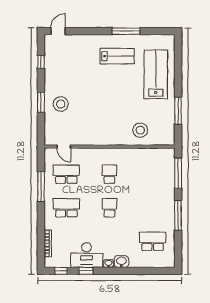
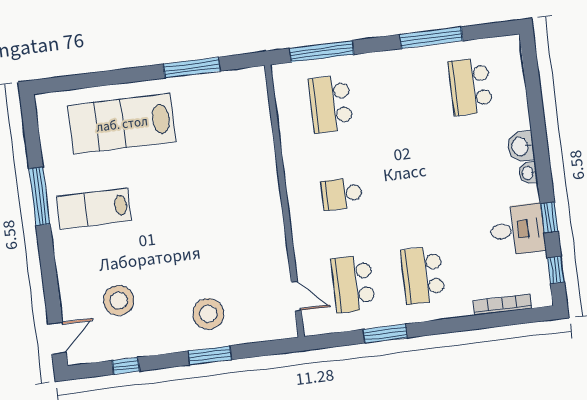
door: (58, 31) -> (57, 338), swing flipped
lab bench: (117, 56) -> (94, 209), turned -90
stool: (140, 130) -> (119, 300), moved
door: (64, 147) -> (296, 296), hinge flipped
window: (41, 187) -> (385, 333), width x0.69
school desk: (110, 208) -> (331, 104), moved, width x1.85
window: (178, 215) -> (431, 38), moved
desk: (87, 255) -> (517, 230), width x0.73

